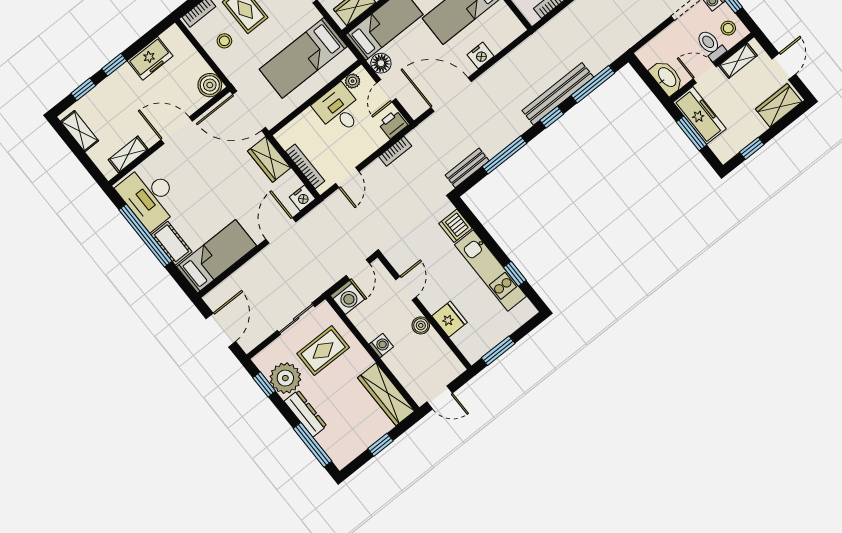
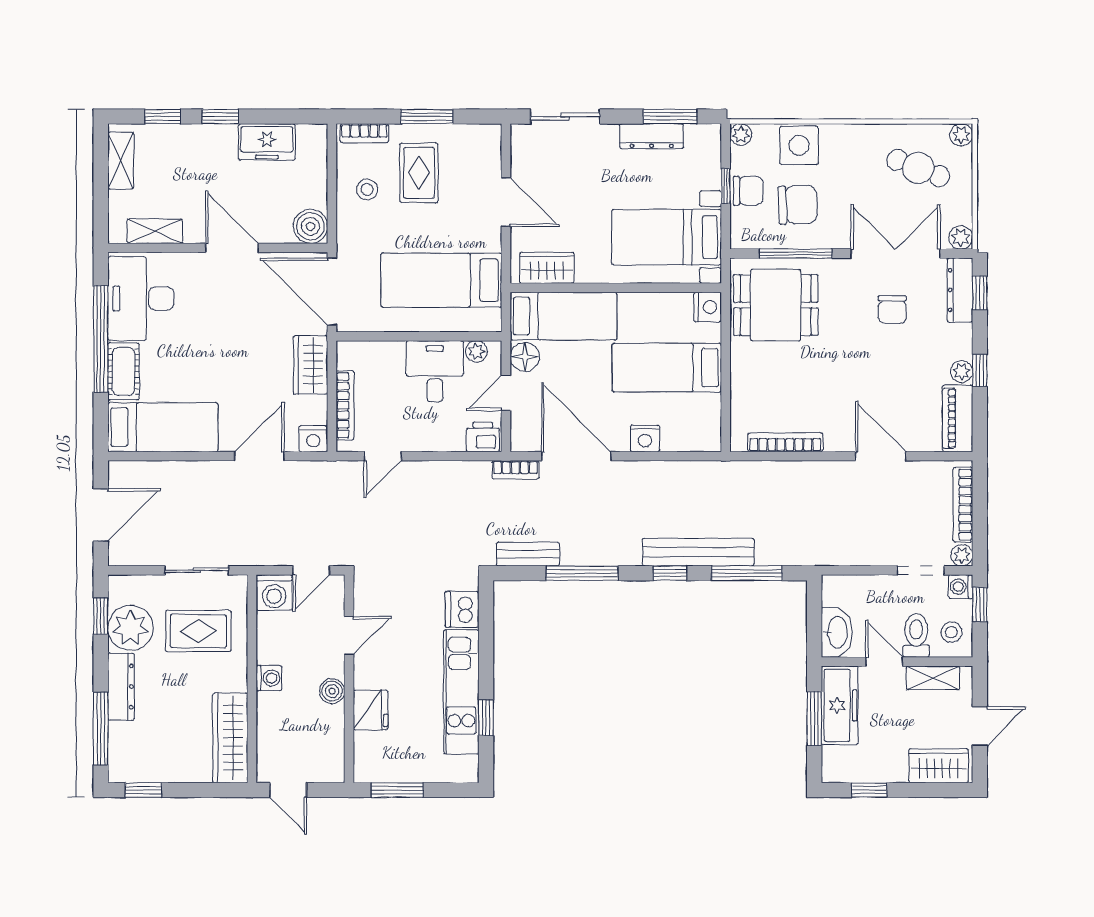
bookcase: (395, 151) -> (515, 470), moved
window: (380, 445) -> (143, 790), moved

